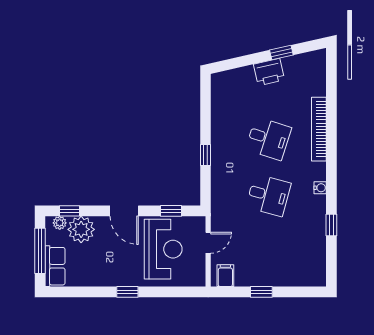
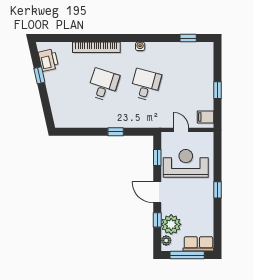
printer: (269, 72) -> (48, 60), moved
window: (69, 211) -> (157, 220), moved
door: (124, 211) -> (157, 192), swing flipped
window: (331, 225) -> (188, 38), moved

